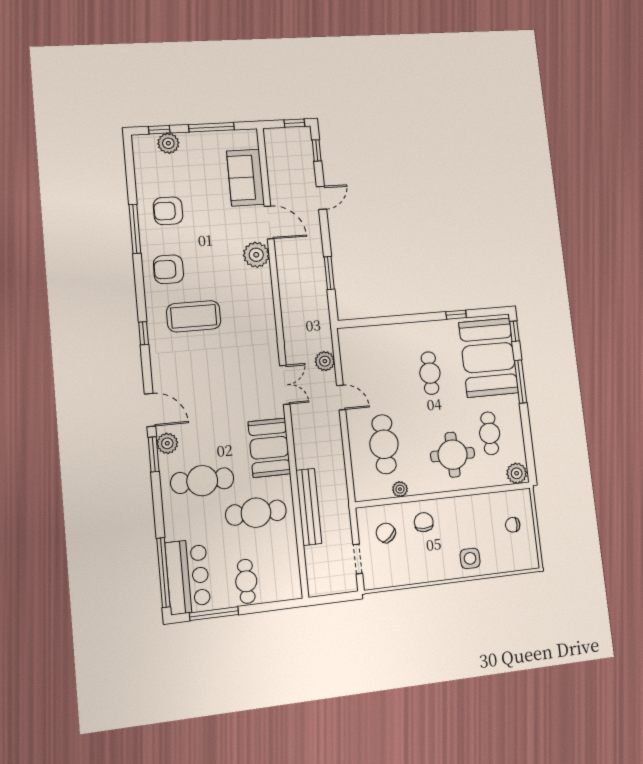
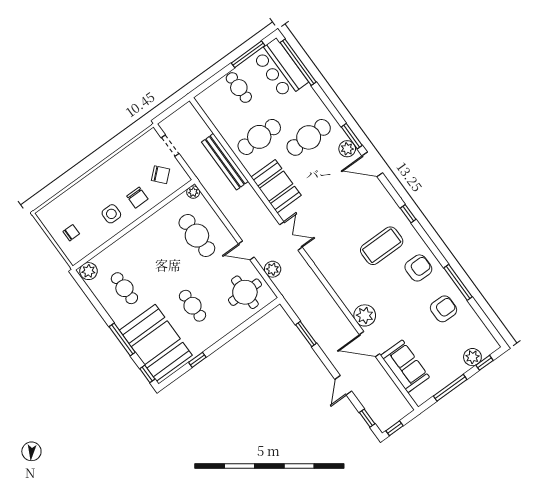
double door: (285, 385) -> (291, 236), swing flipped
round table: (453, 455) -> (245, 292), moved
plant: (400, 489) -> (193, 192), moved
side table: (470, 558) -> (111, 214), moved

